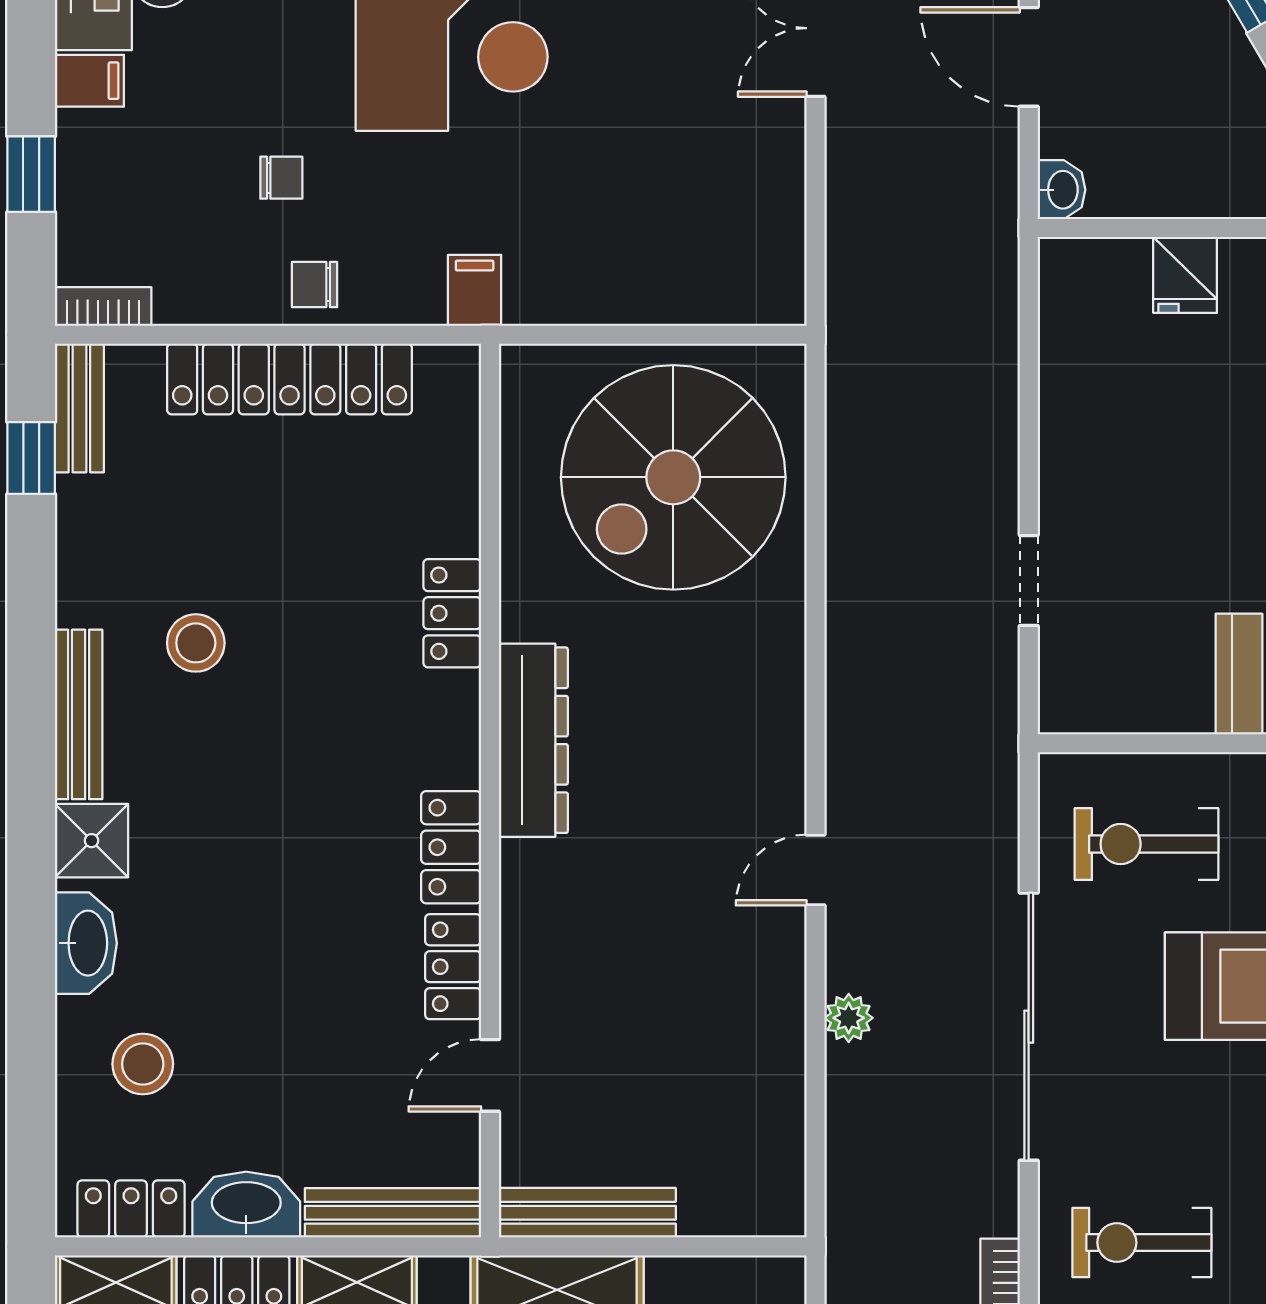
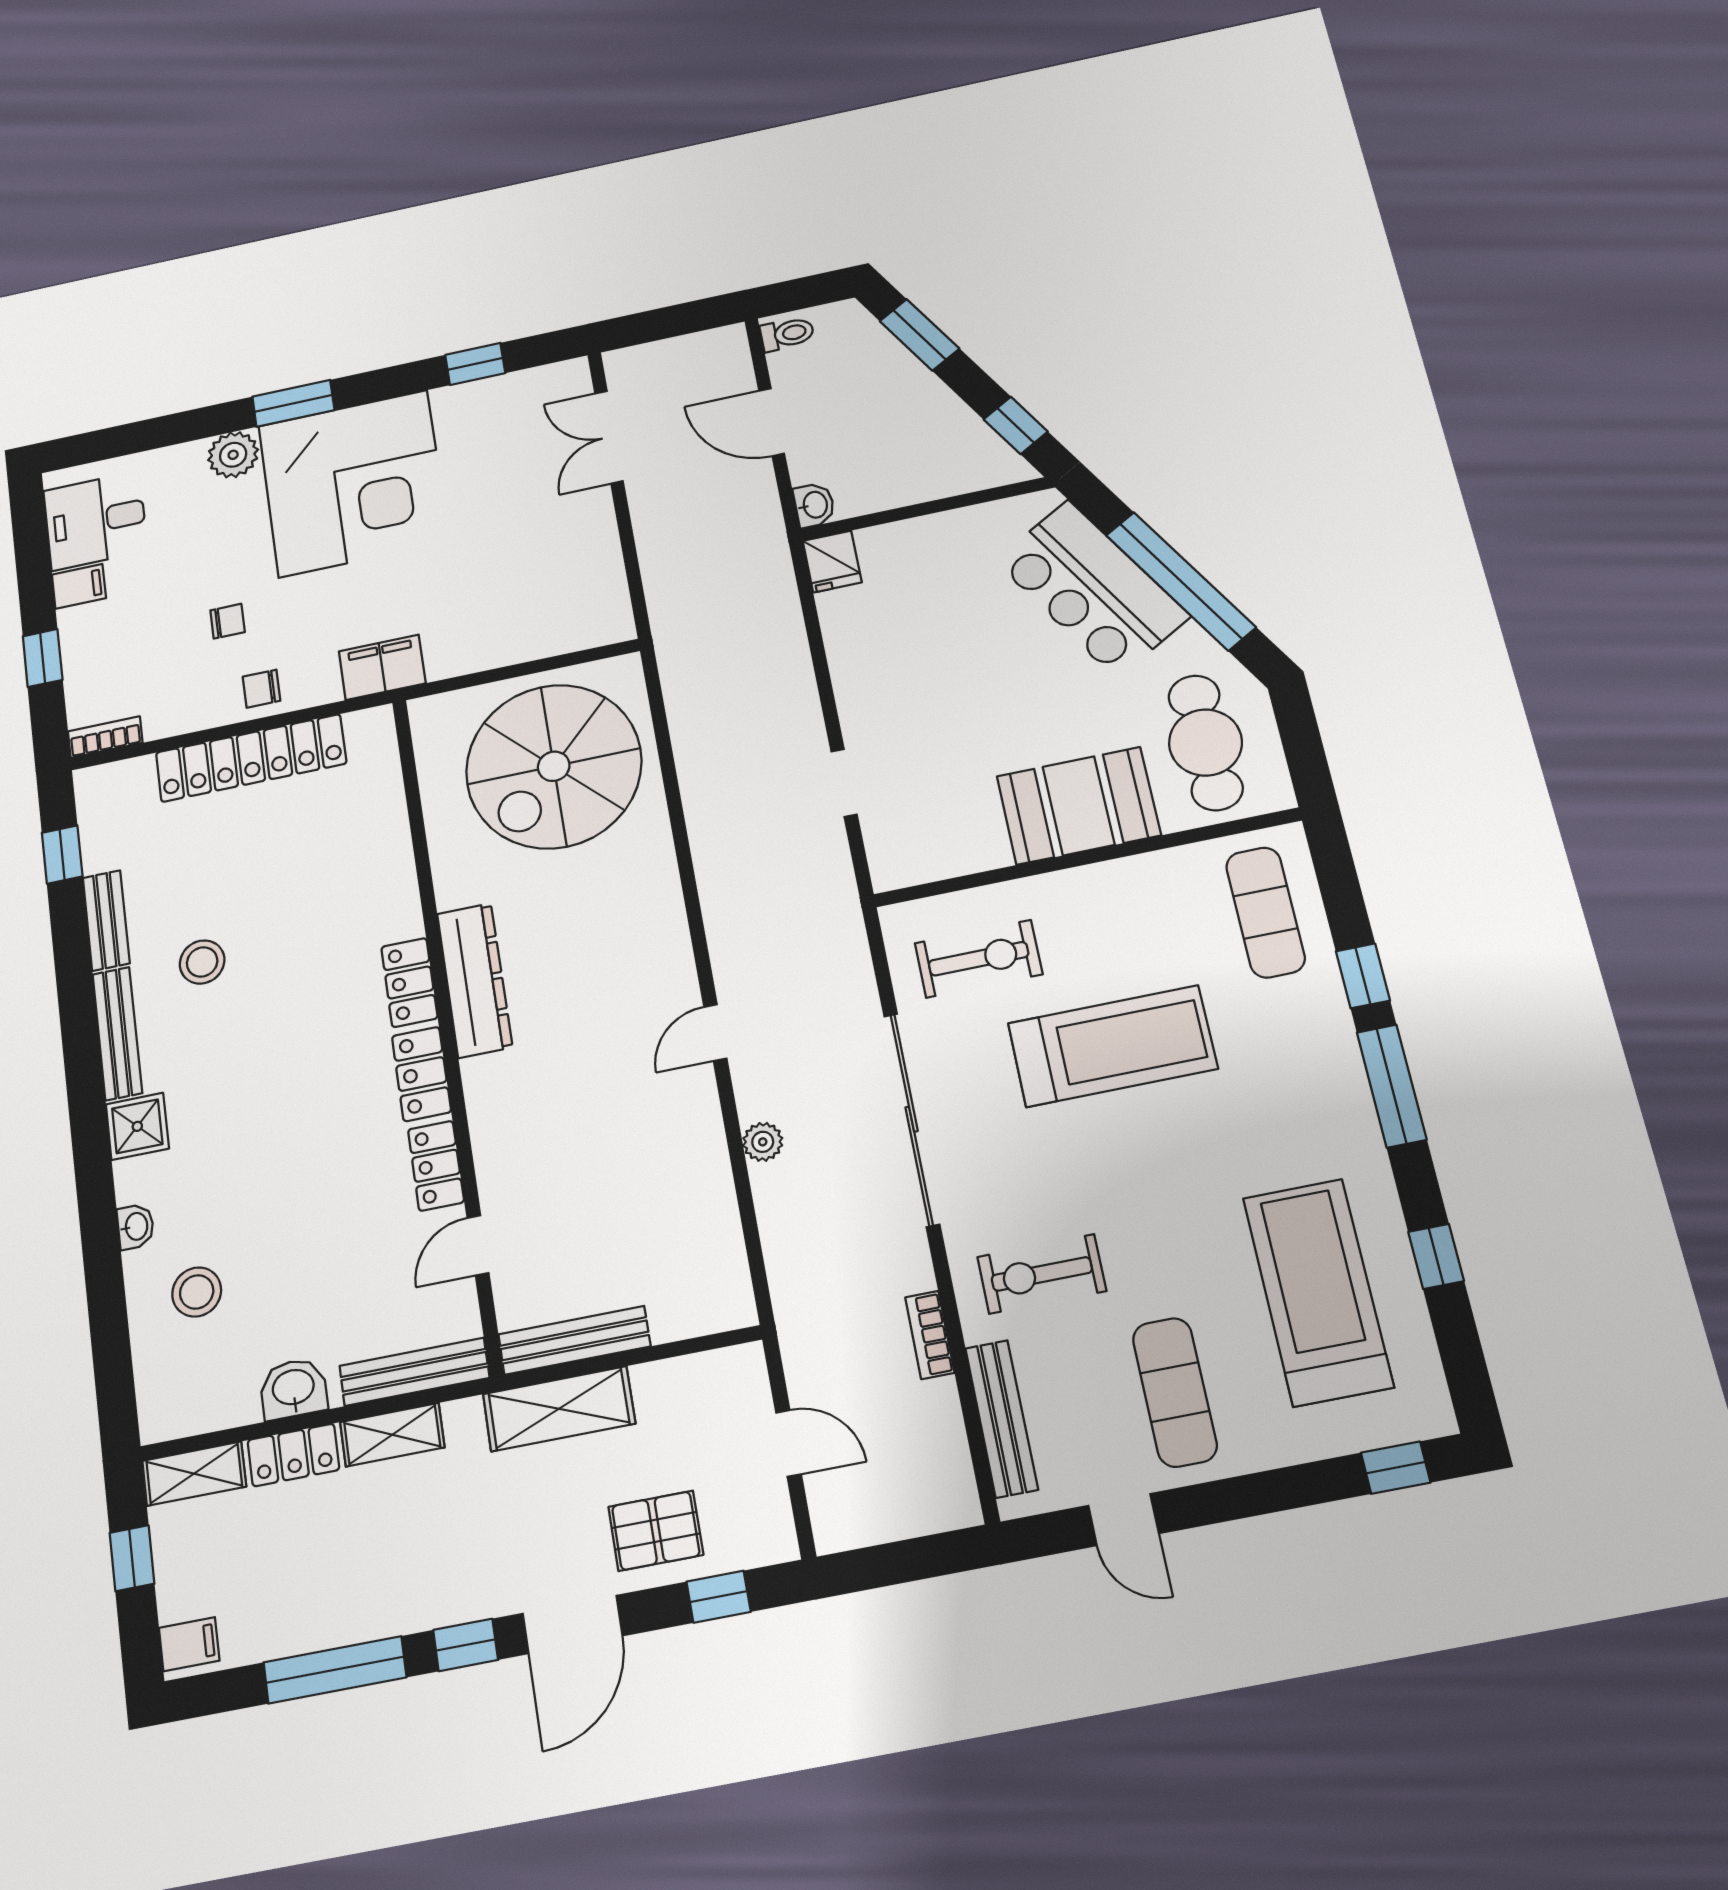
fridge: (1185, 275) -> (832, 561), moved
filing cabinet: (475, 290) -> (382, 667), width x2.00
bench: (79, 408) -> (106, 920), moved
locker: (452, 613) -> (409, 983), moved
exercise bike: (1146, 844) -> (979, 959), turned 180
washbasin: (86, 943) -> (136, 1227), width x0.52, depth x0.69
washbasin: (246, 1205) -> (293, 1389), width x0.72
locker: (131, 1209) -> (200, 1411), removed

